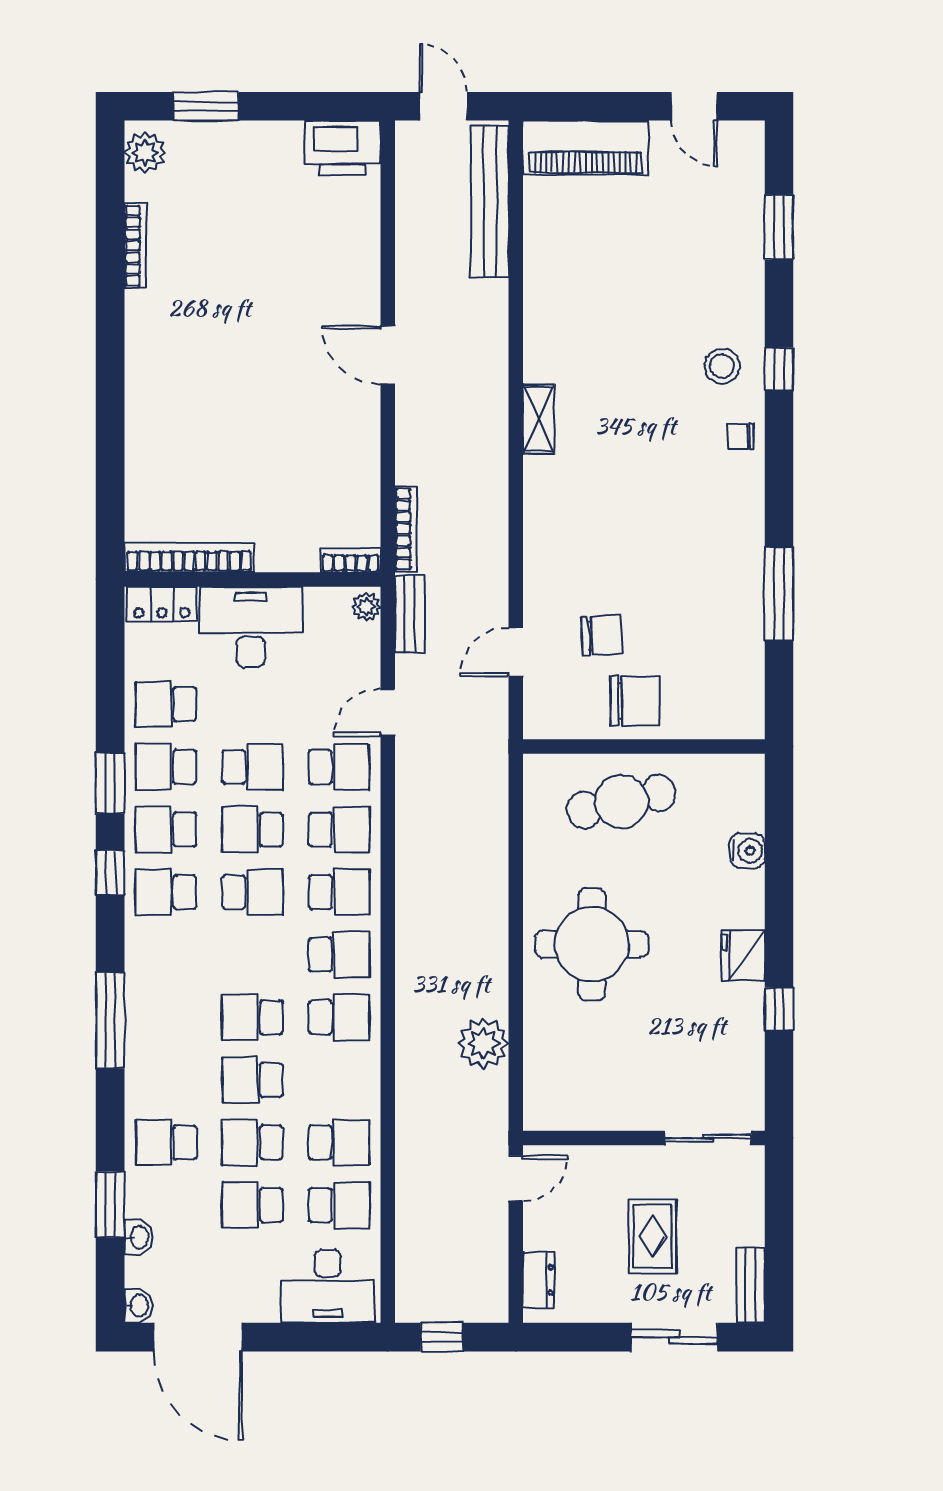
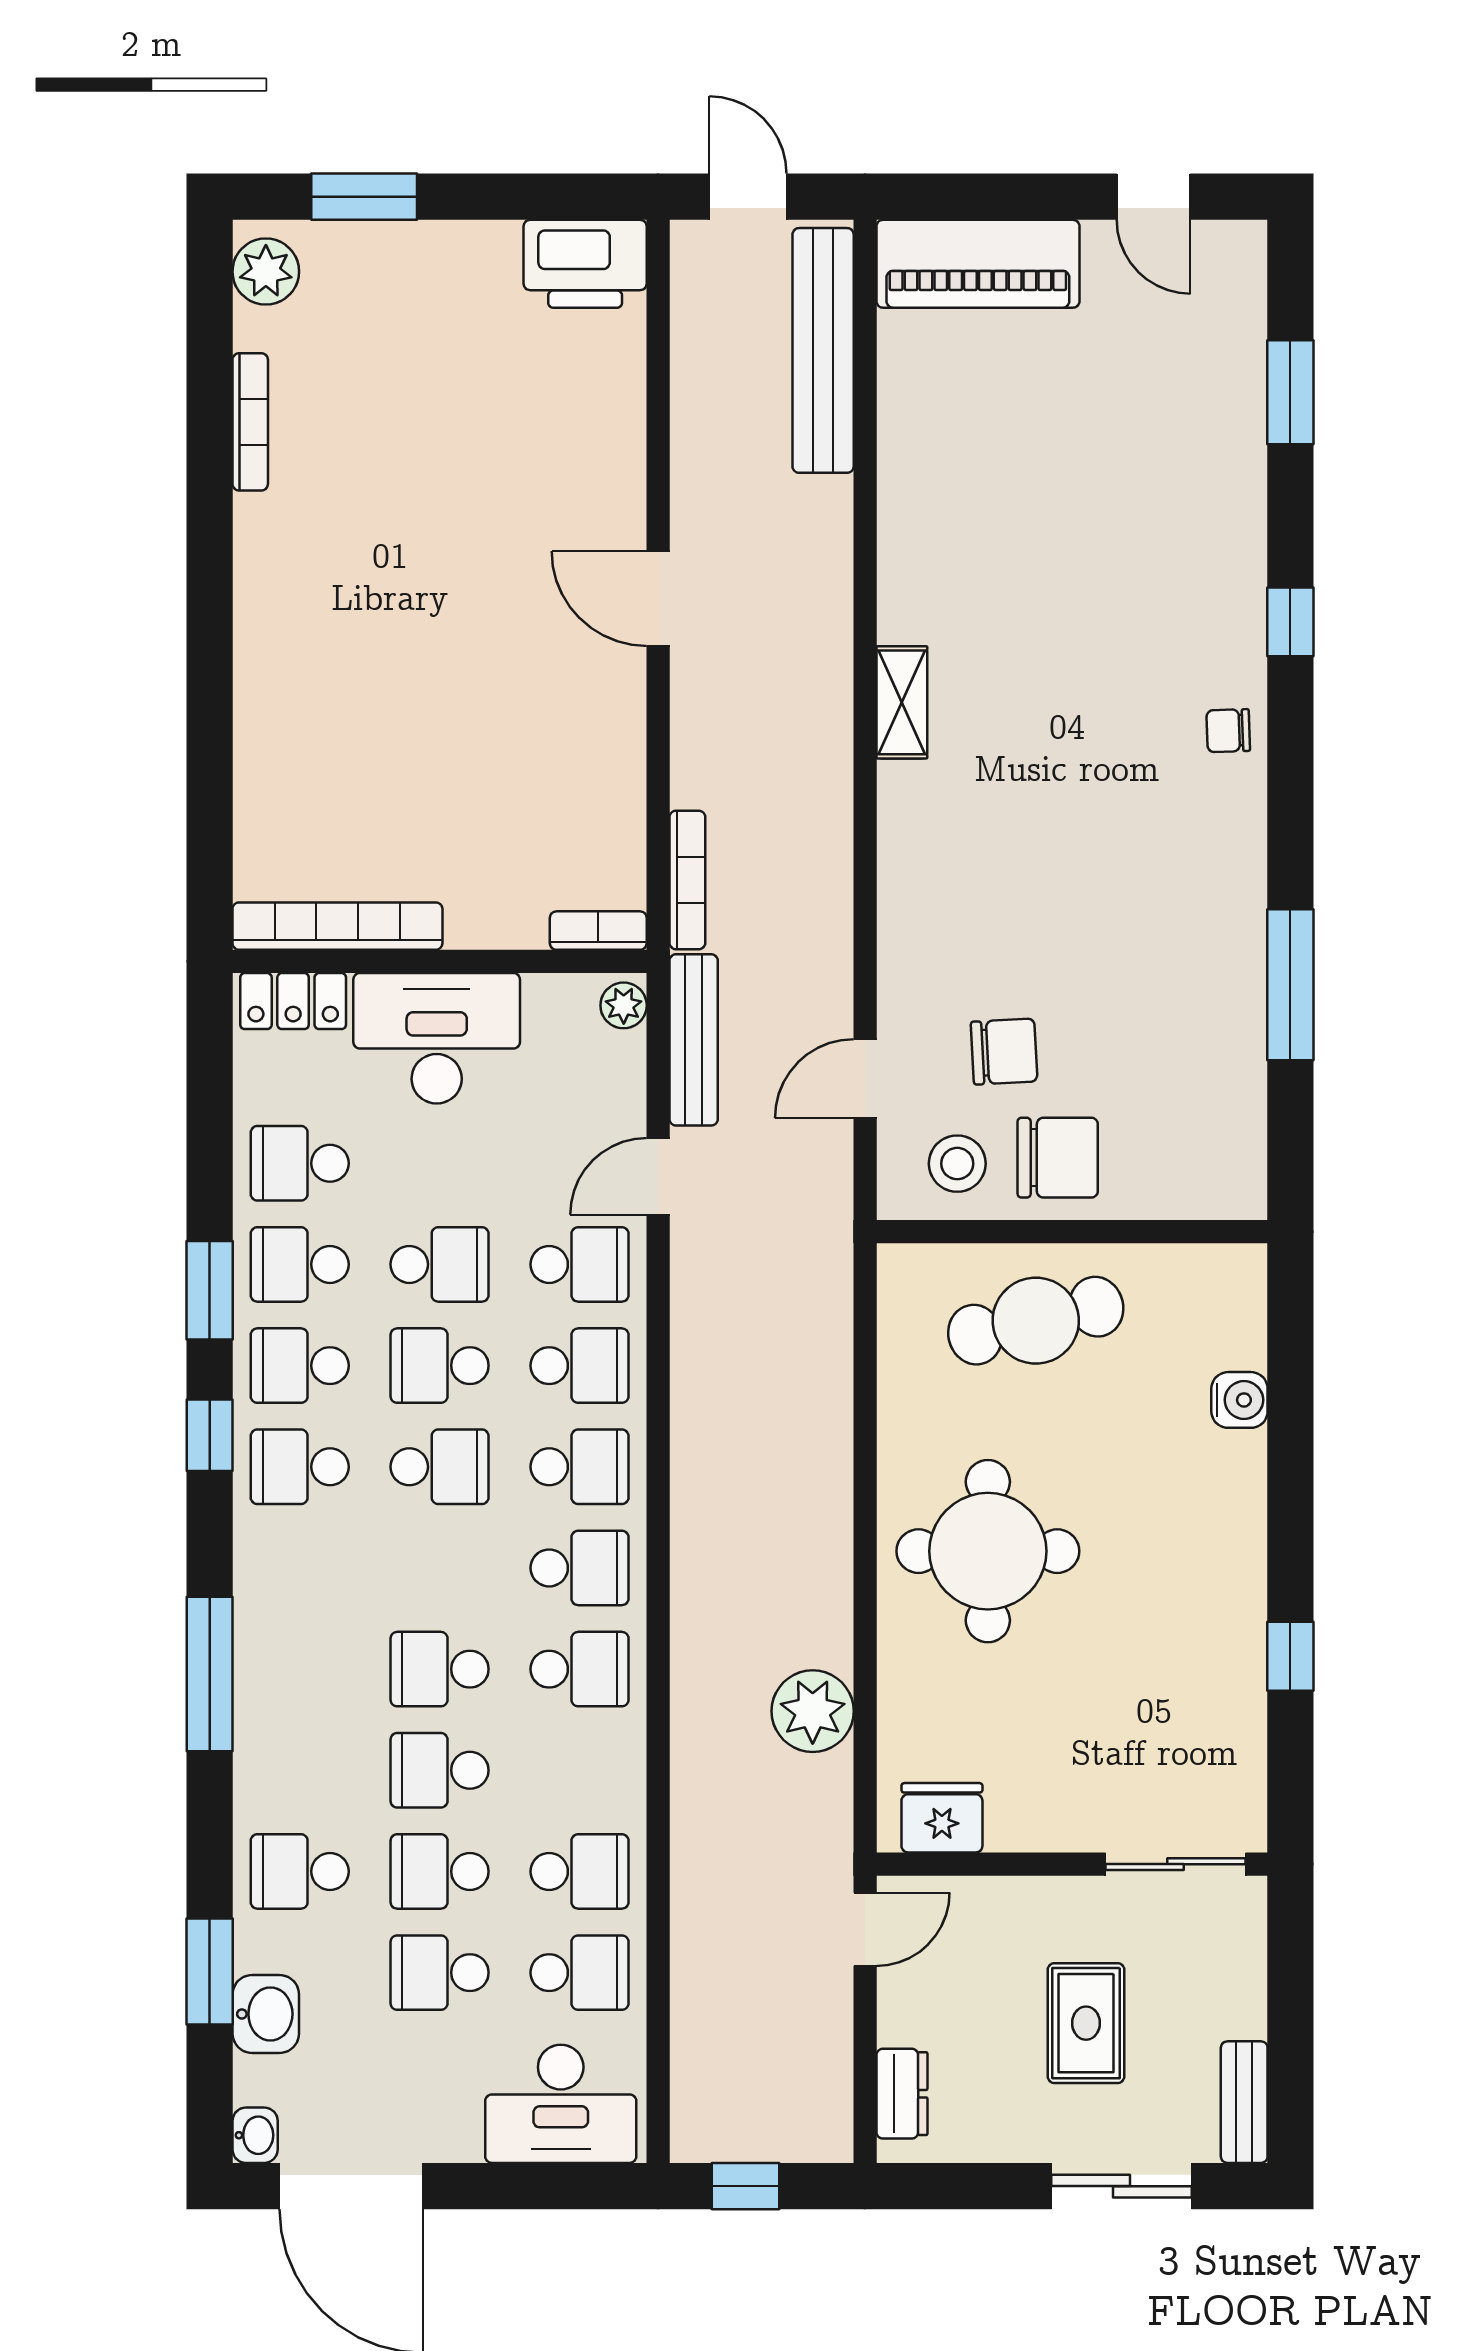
stool: (722, 366) -> (957, 1164), moved
bench: (410, 614) -> (694, 1040), width x1.36
fridge: (743, 955) -> (942, 1818), moved, turned 90
washbasin: (139, 1237) -> (266, 2014), width x1.38, depth x1.45

